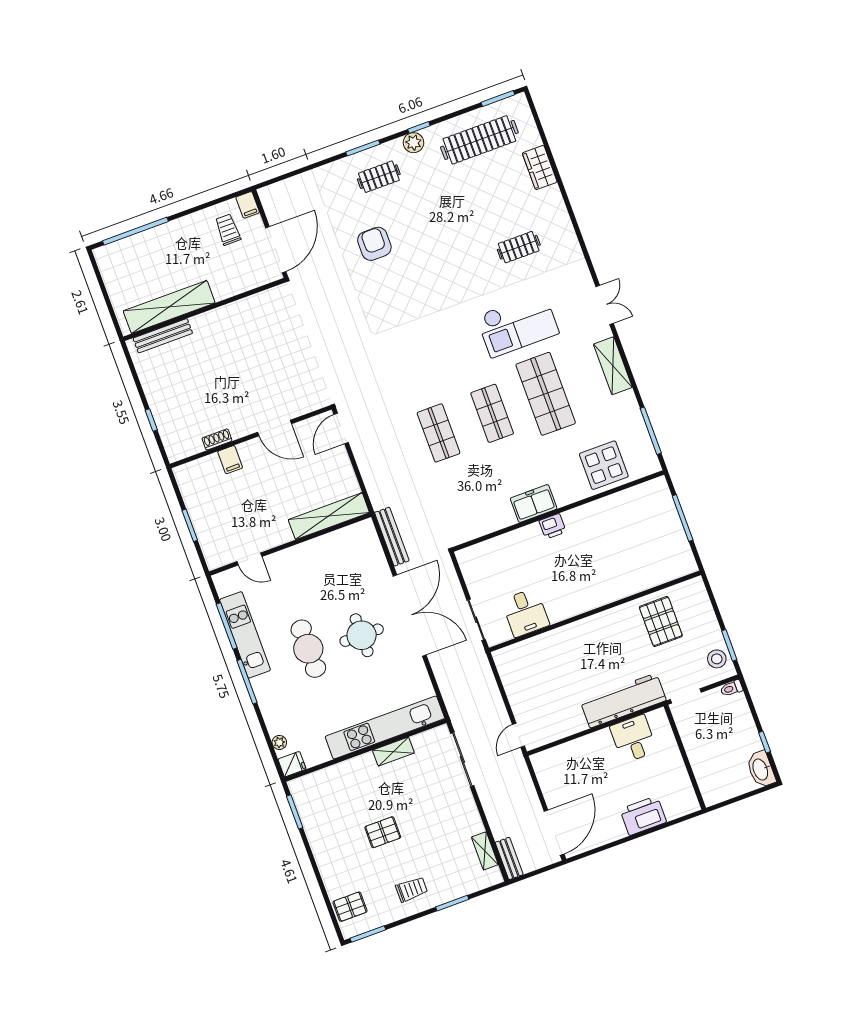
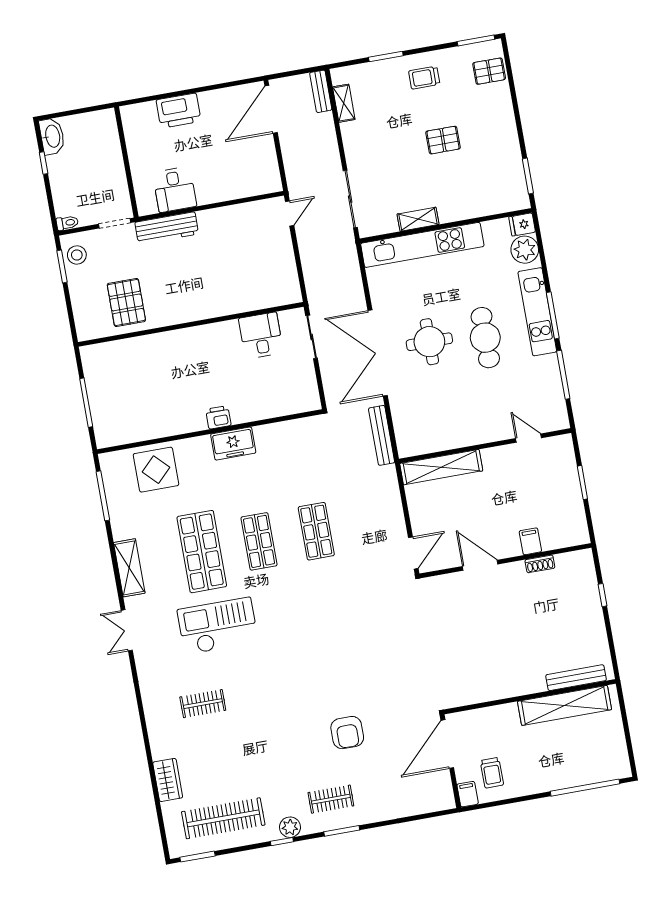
kitchen unit: (245, 635) -> (537, 312), moved
workbench: (623, 701) -> (167, 228), width x0.73, depth x0.76
plant: (279, 742) -> (525, 250), width x1.88, depth x1.88

